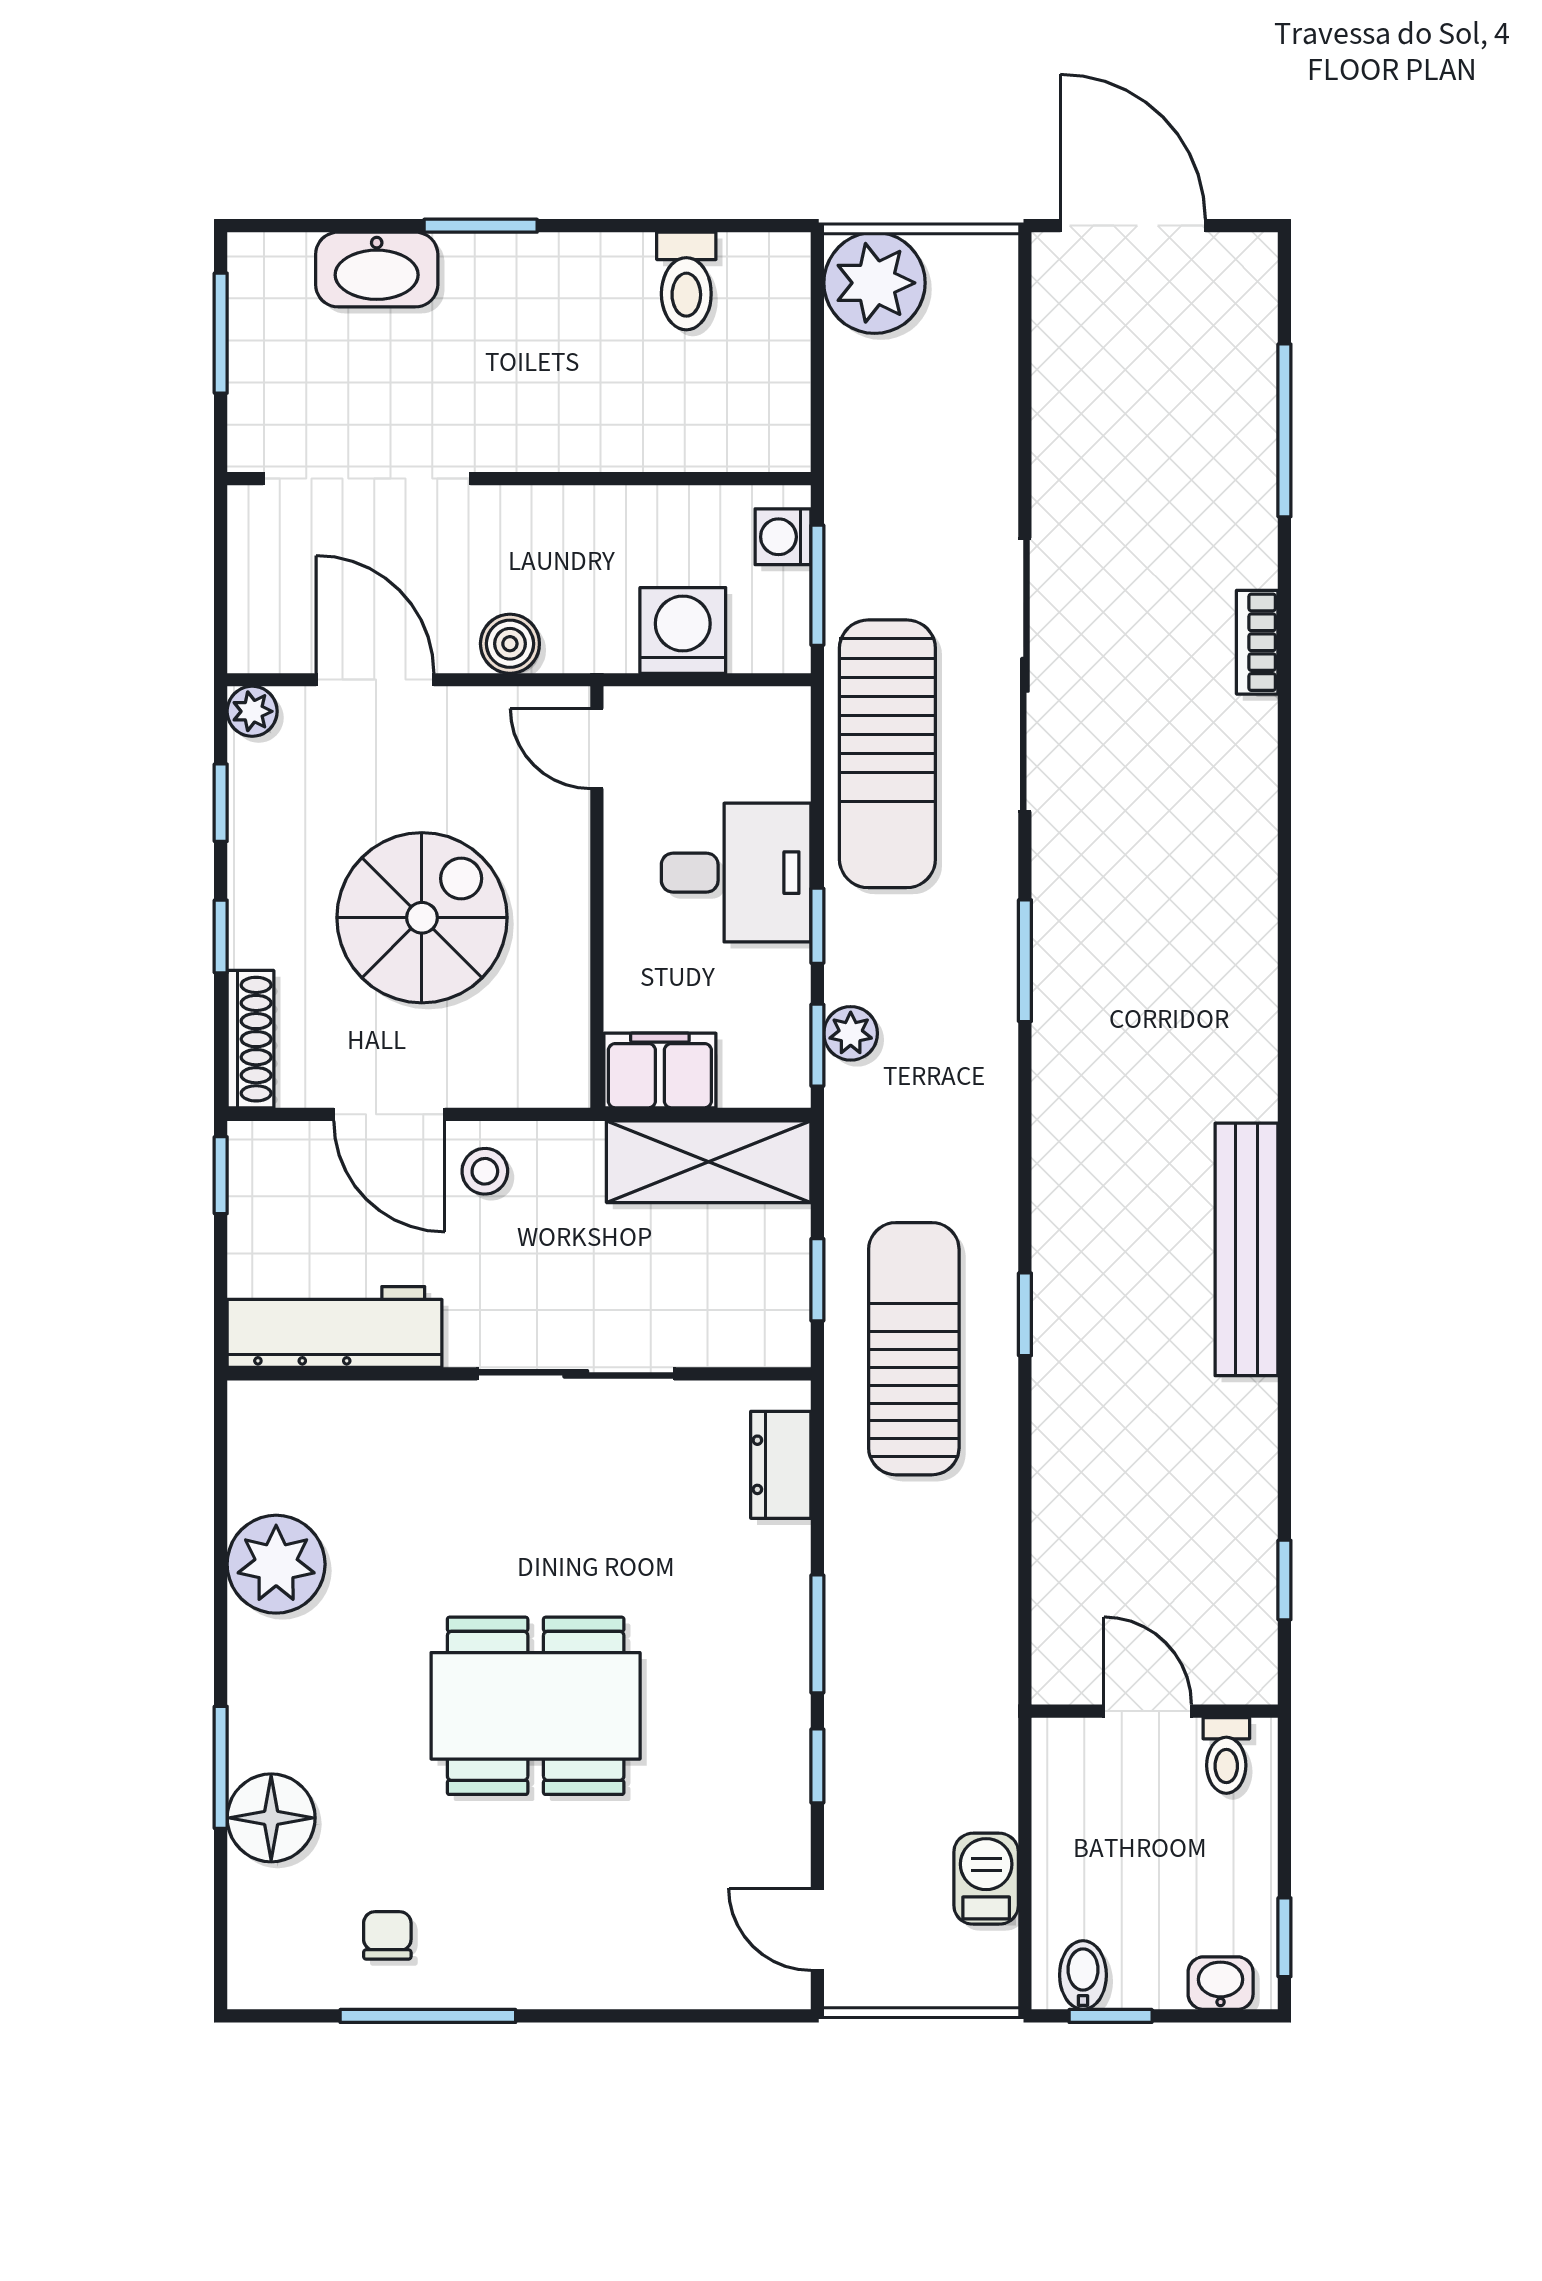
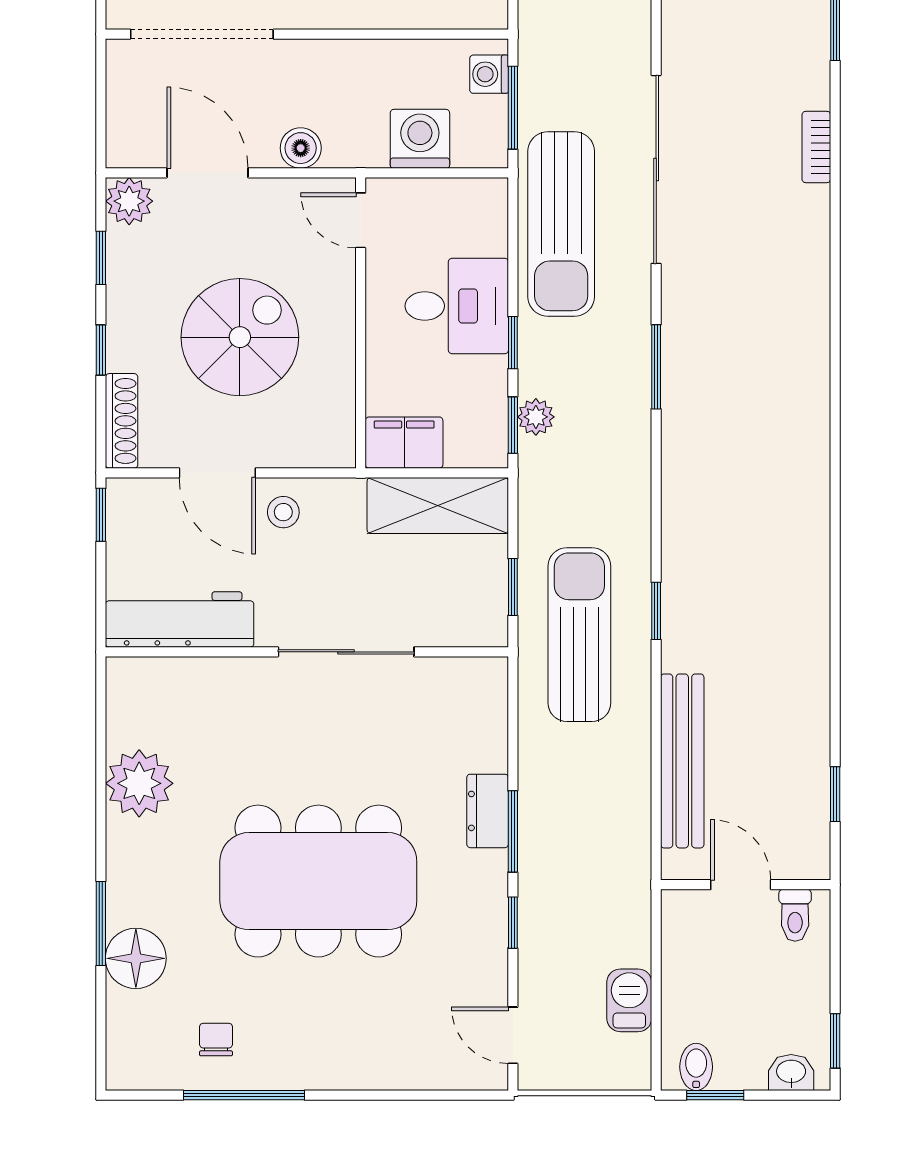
plant: (252, 711) -> (129, 201), width x1.38, depth x1.38
bench: (1247, 1249) -> (682, 761), moved
dresser: (781, 1465) -> (488, 811), moved
dining table: (536, 1706) -> (318, 881), width x1.36, depth x1.24

